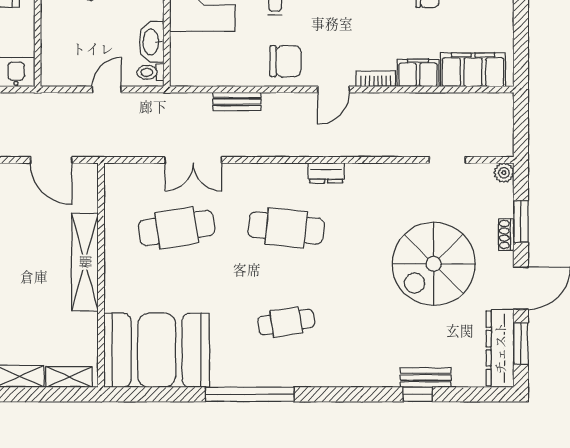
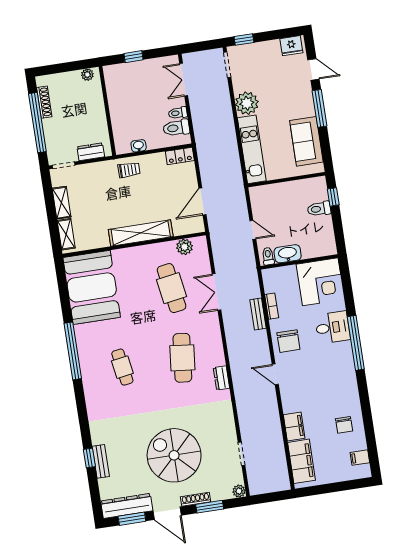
bookcase: (376, 79) -> (272, 306), moved
plant: (116, 198) -> (184, 247), added
shoe rack: (506, 234) -> (196, 499), width x1.43

